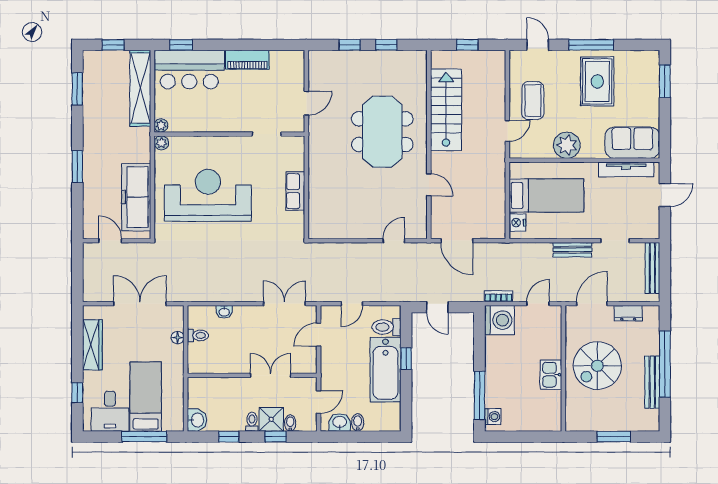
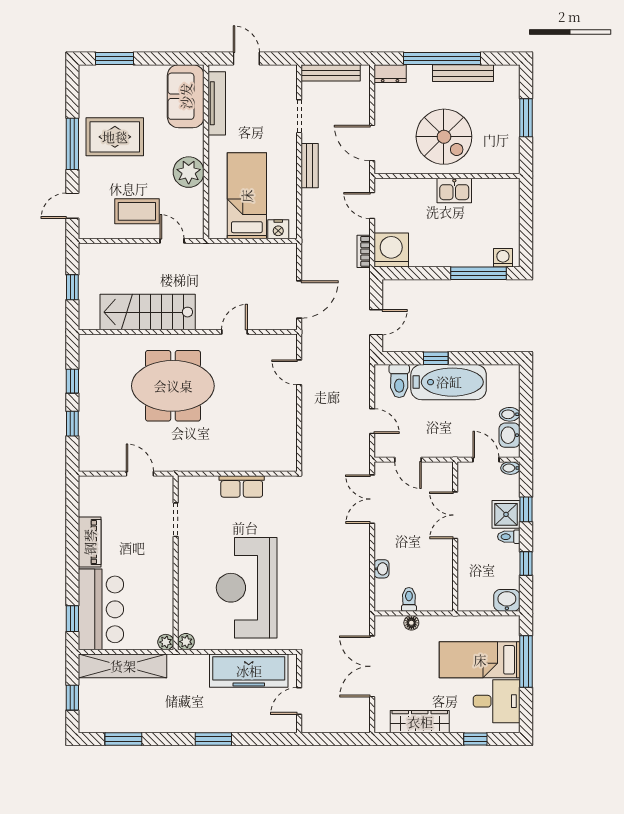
dresser: (628, 313) -> (390, 74), moved, turned 90
bidet: (290, 423) -> (510, 468), moved

